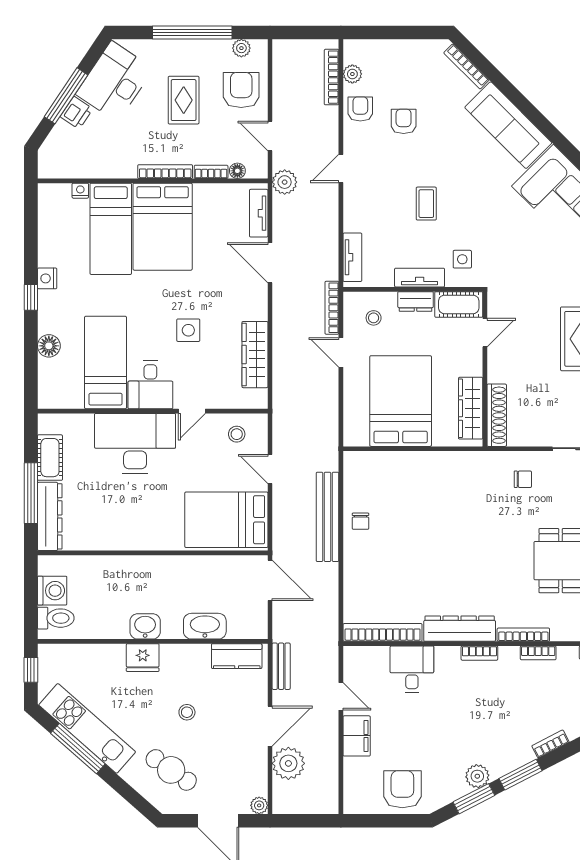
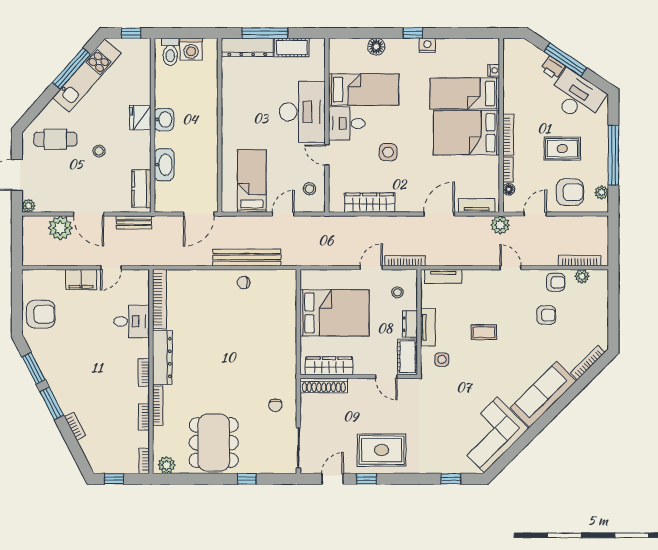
bed: (226, 520) -> (252, 181), width x0.67
cafe table: (171, 770) -> (55, 139), turned 55
plant: (477, 776) -> (51, 371), removed

